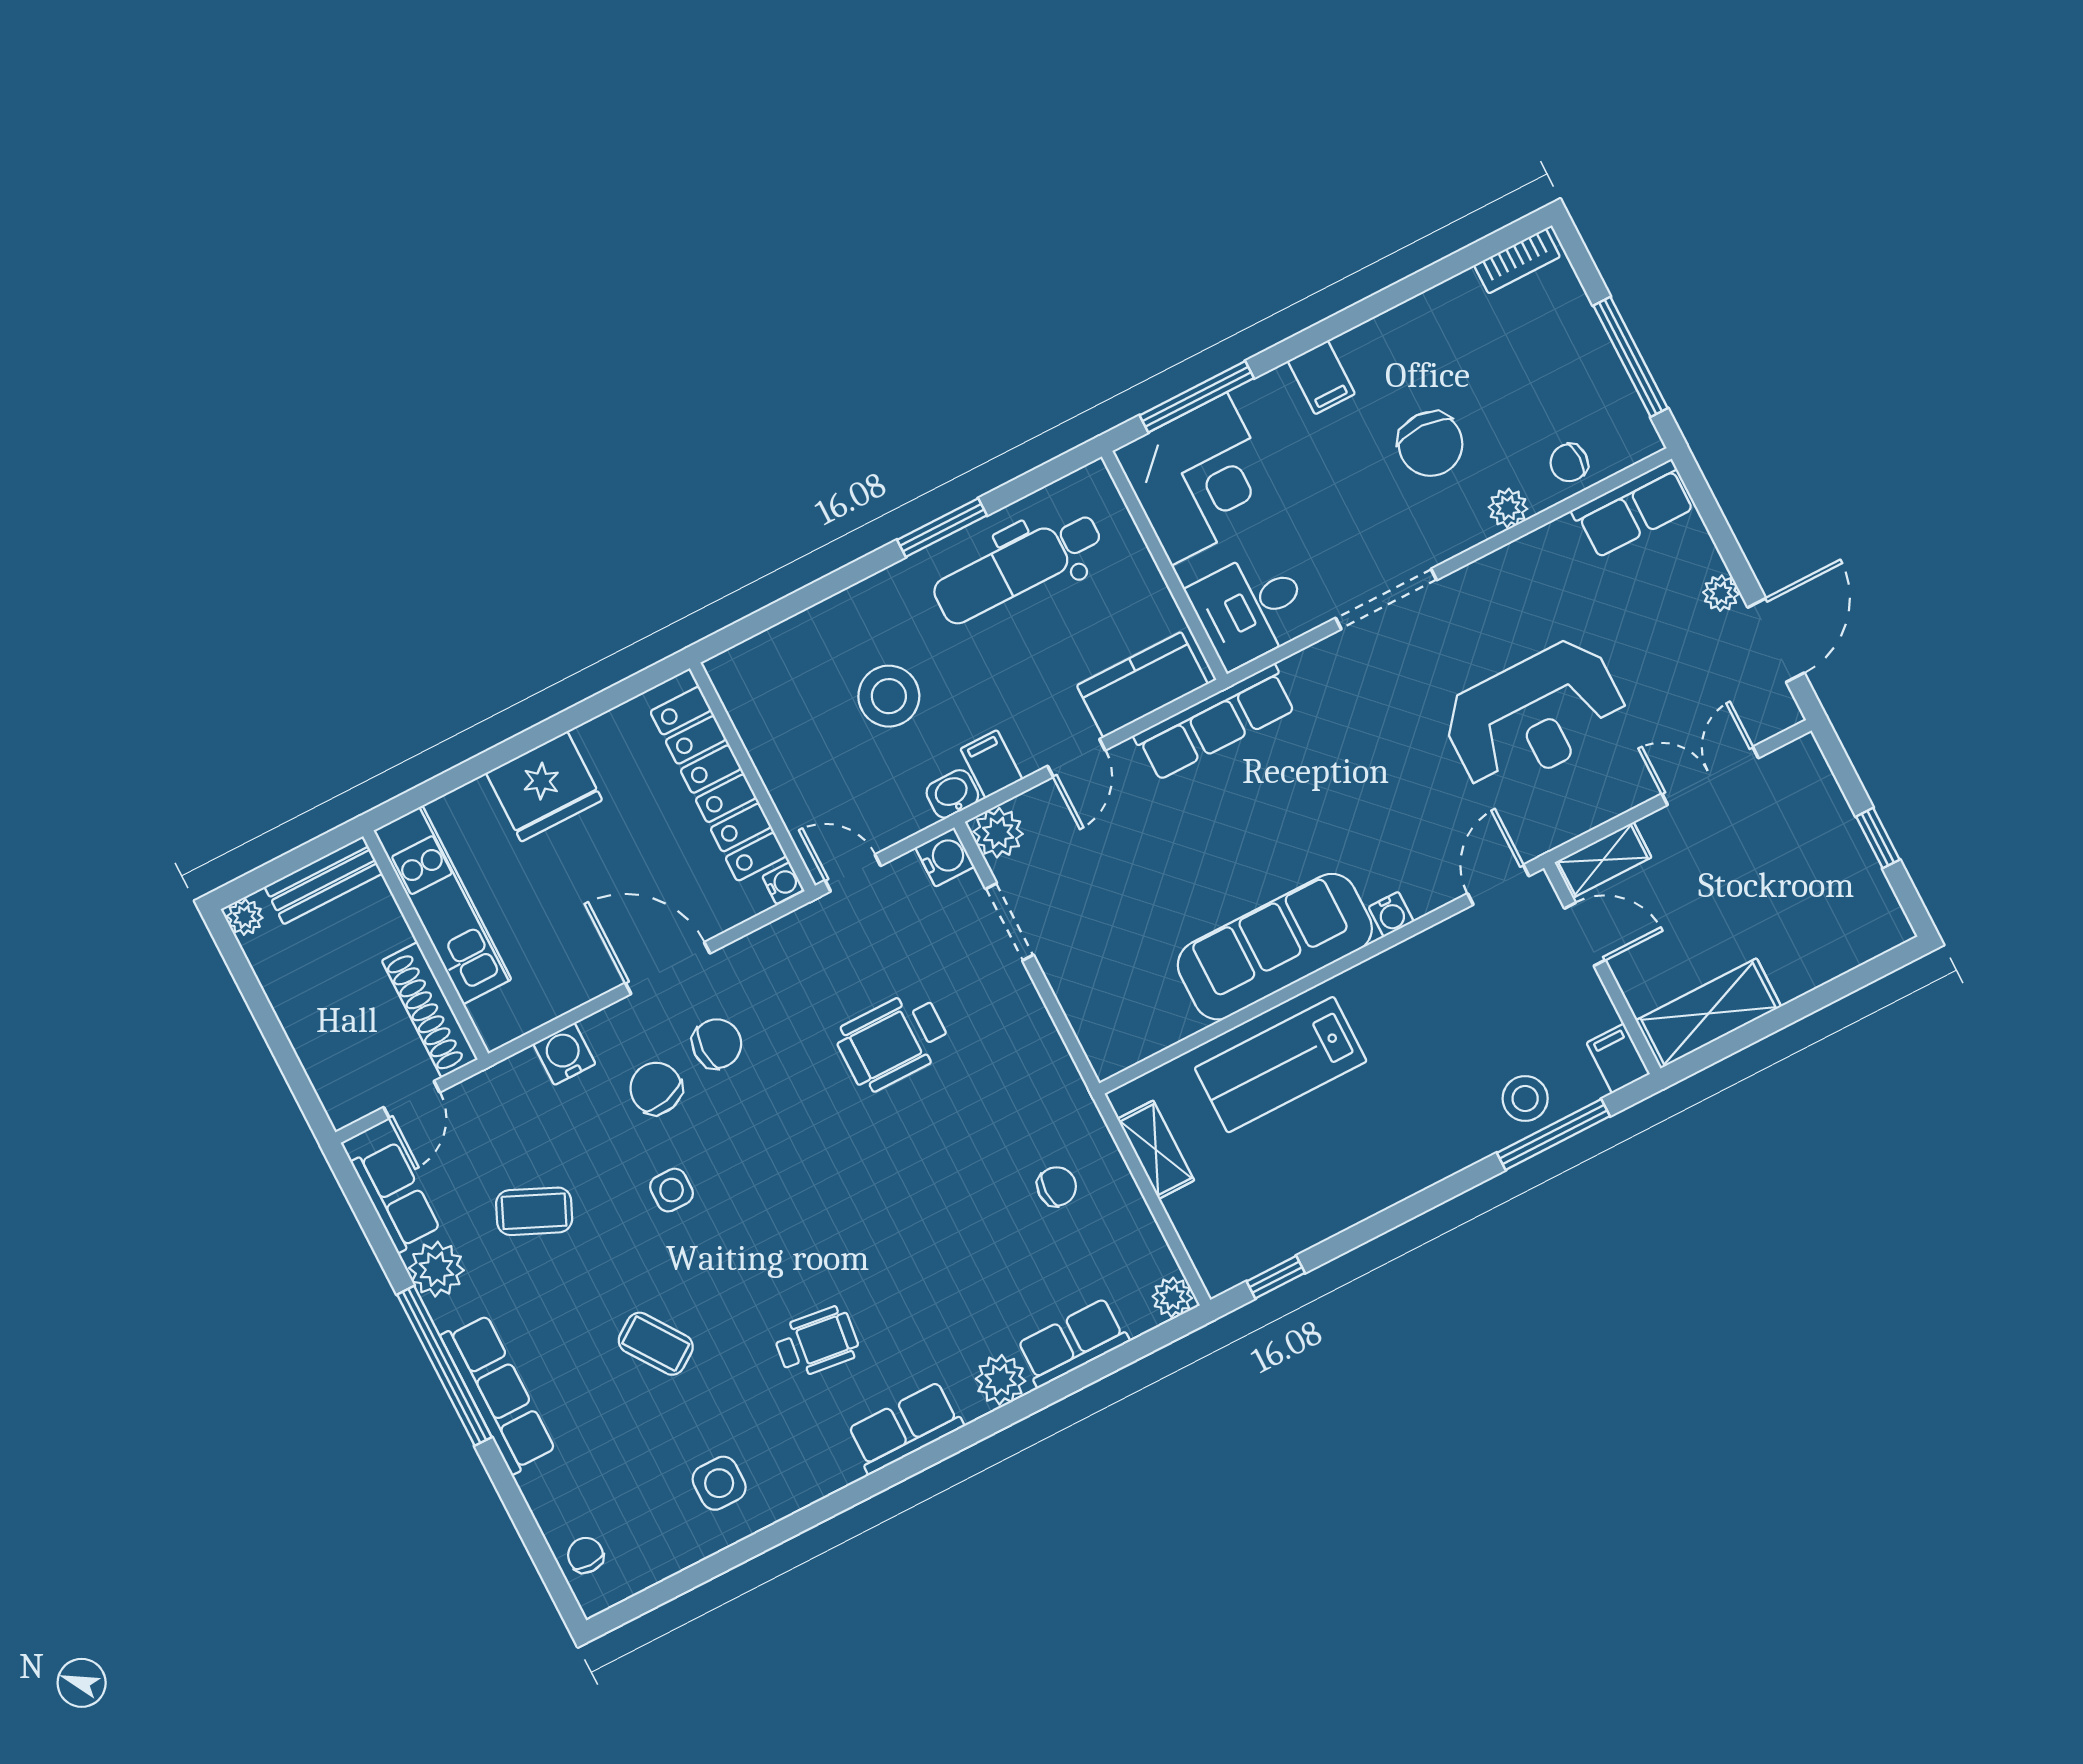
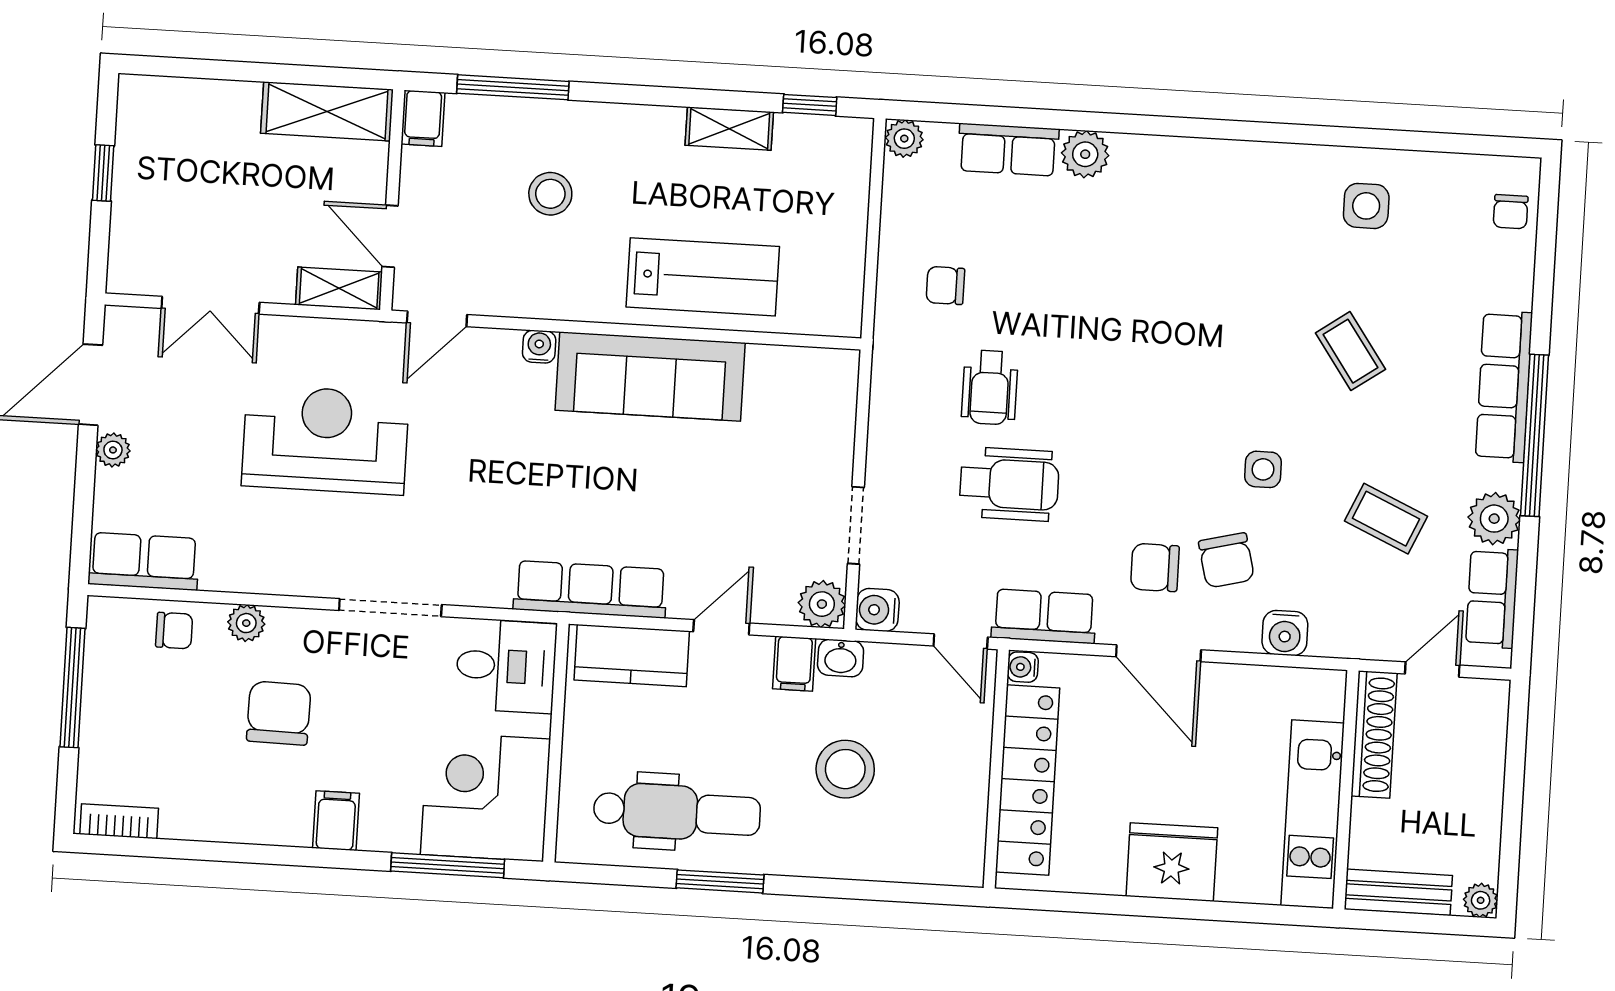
stool: (1525, 1098) -> (550, 194), moved
shelving: (1156, 1150) -> (729, 129), moved, turned 90
wheelchair: (816, 1342) -> (990, 387), moved, turned -97
row of seats: (905, 1428) -> (1044, 616), moved, turned 180

